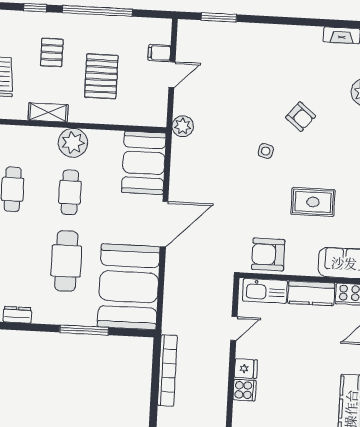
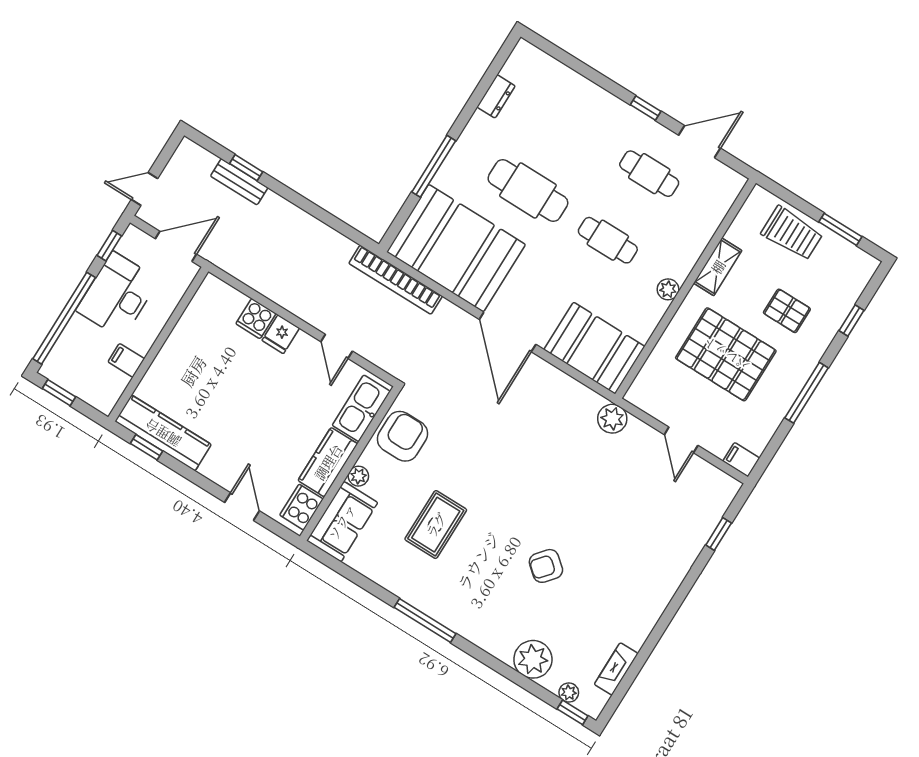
window: (97, 11) -> (806, 393), width x0.68
window: (219, 17) -> (719, 534), width x0.67
filing cabinet: (159, 53) -> (741, 460), moved, turned -90
pallet: (101, 76) -> (726, 354), width x1.37, depth x1.41
plant: (73, 143) -> (668, 289), width x0.53, depth x0.53
side table: (266, 151) -> (528, 502), removed
plant: (309, 269) -> (358, 476), added
bookcase: (167, 370) -> (396, 280), moved

